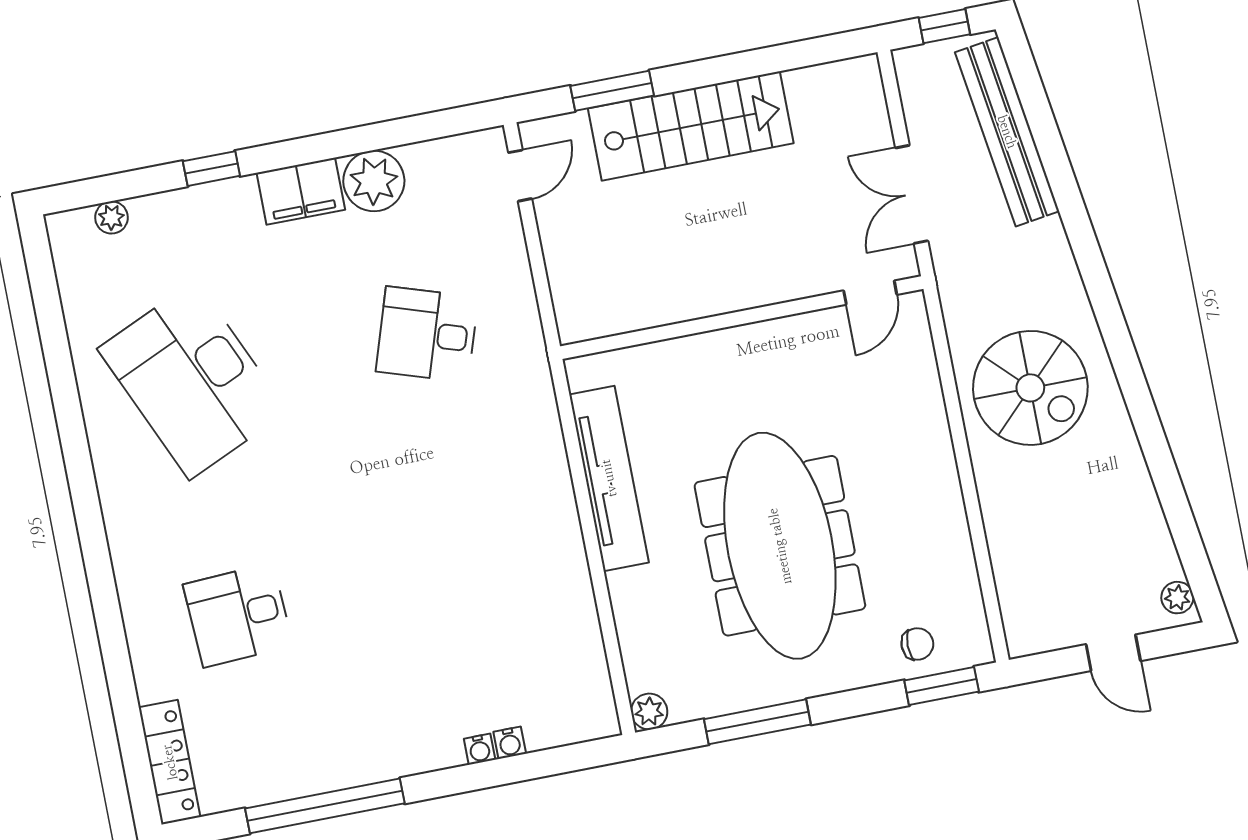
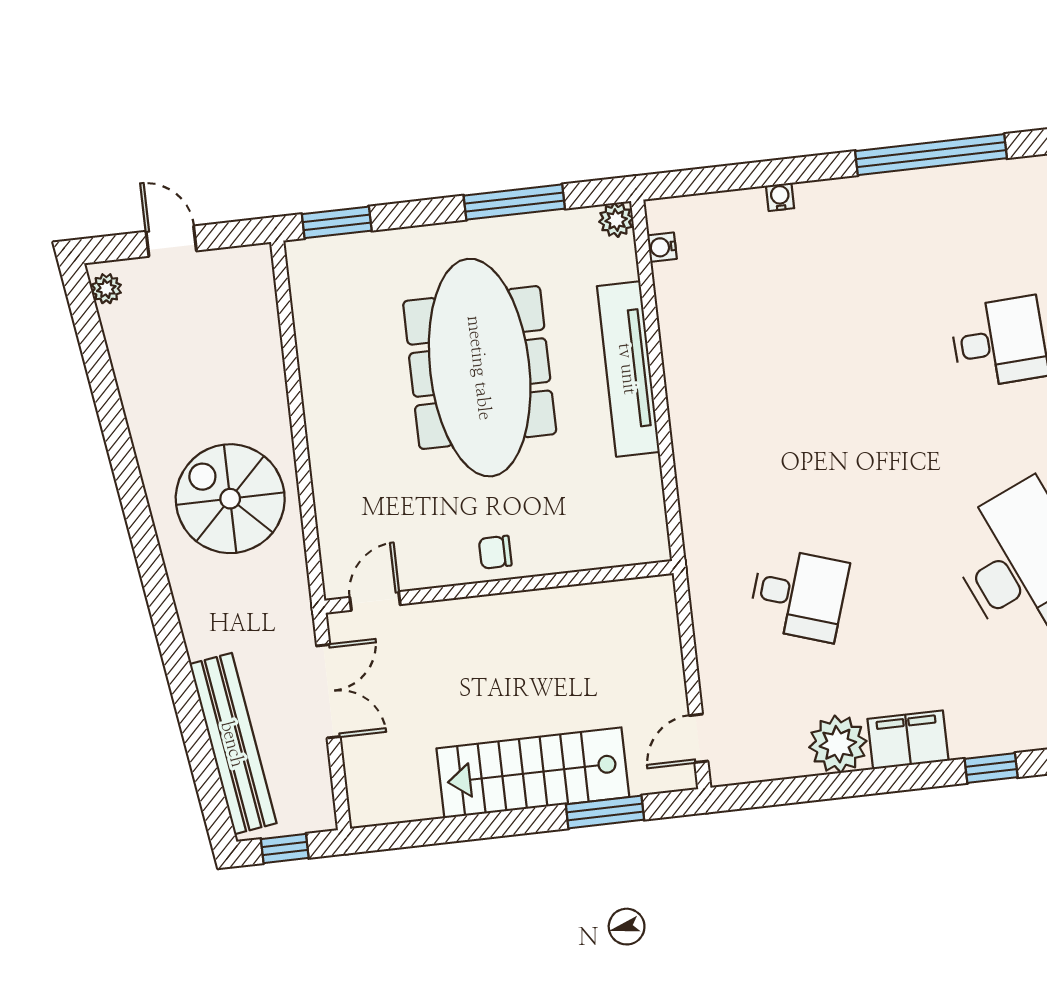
tv unit: (609, 478) -> (628, 369), moved
chair: (917, 644) -> (495, 552), moved
water cooler: (510, 743) -> (662, 247), moved, turned -90

